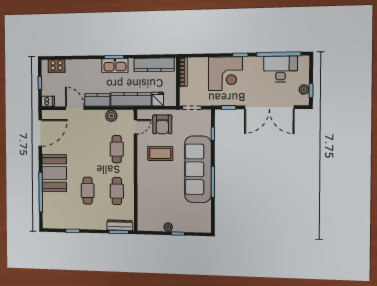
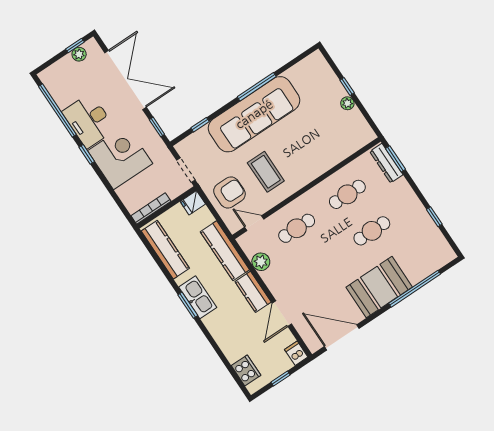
desk: (281, 69) -> (89, 121), moved
fridge: (158, 99) -> (193, 203), moved

